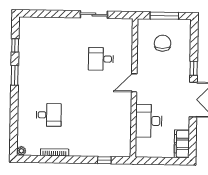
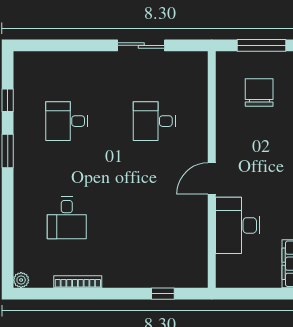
desk: (50, 58) -> (67, 121), added
door: (134, 83) -> (212, 179), moved
desk: (49, 115) -> (67, 218), turned 90

